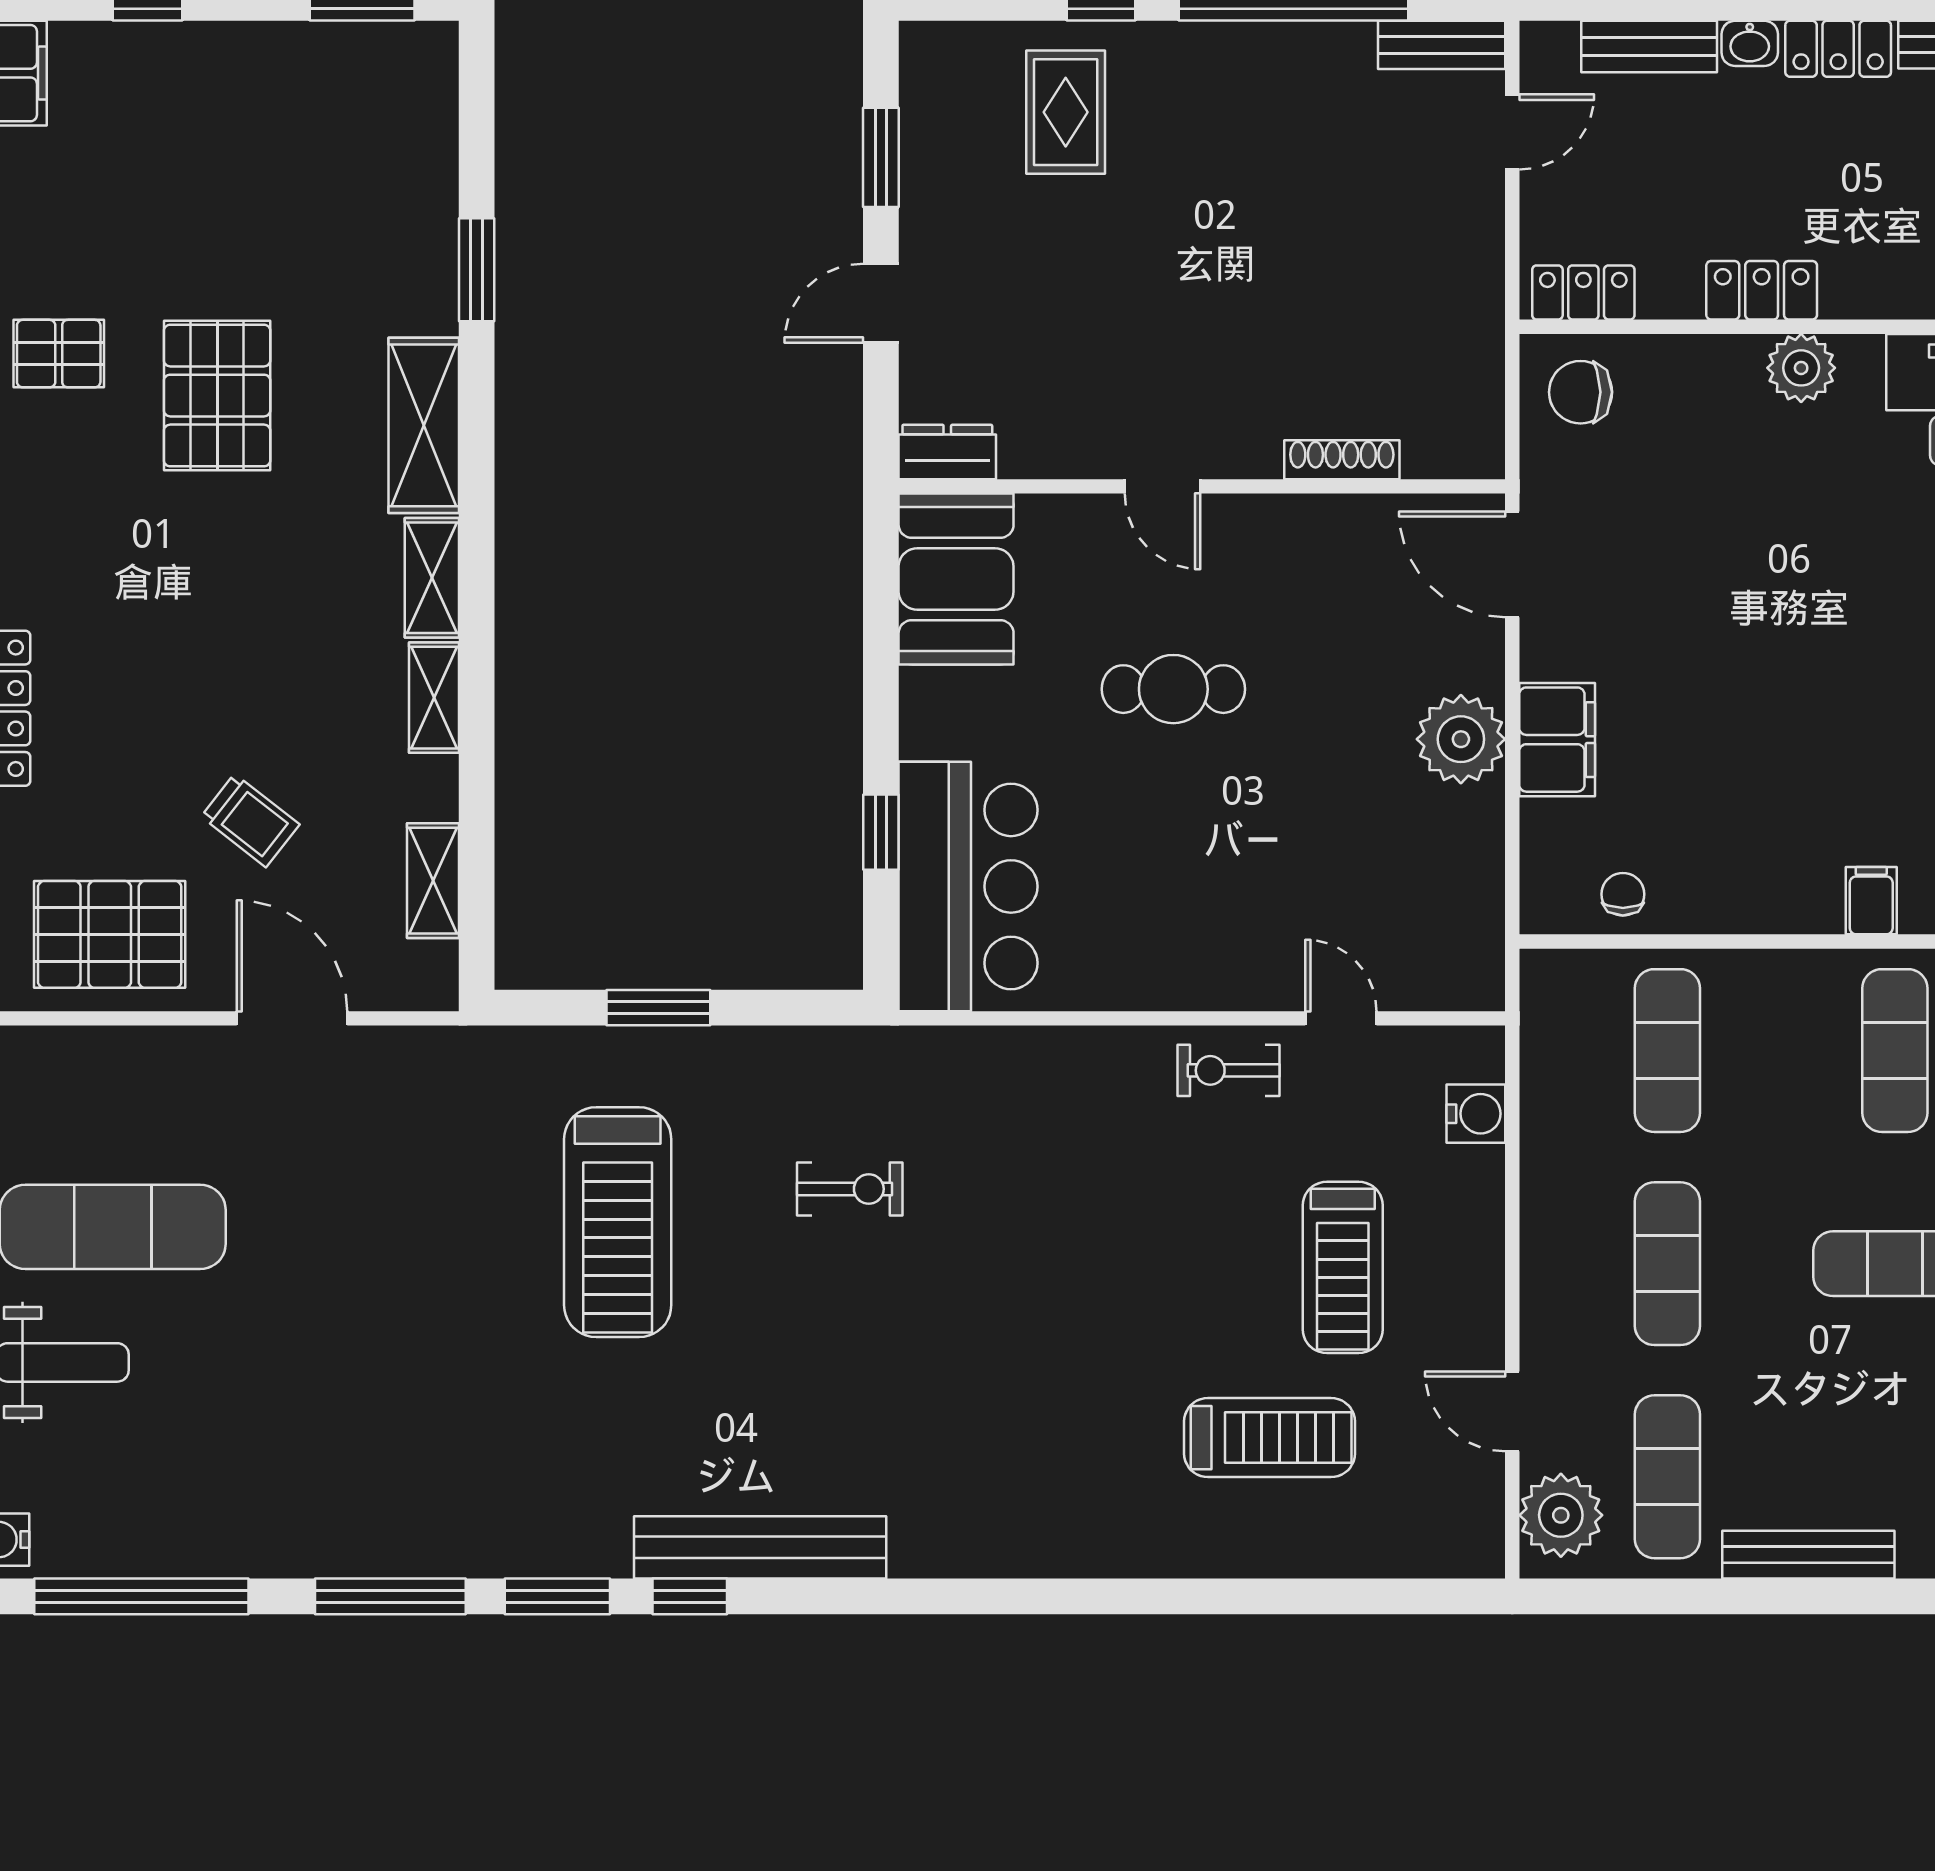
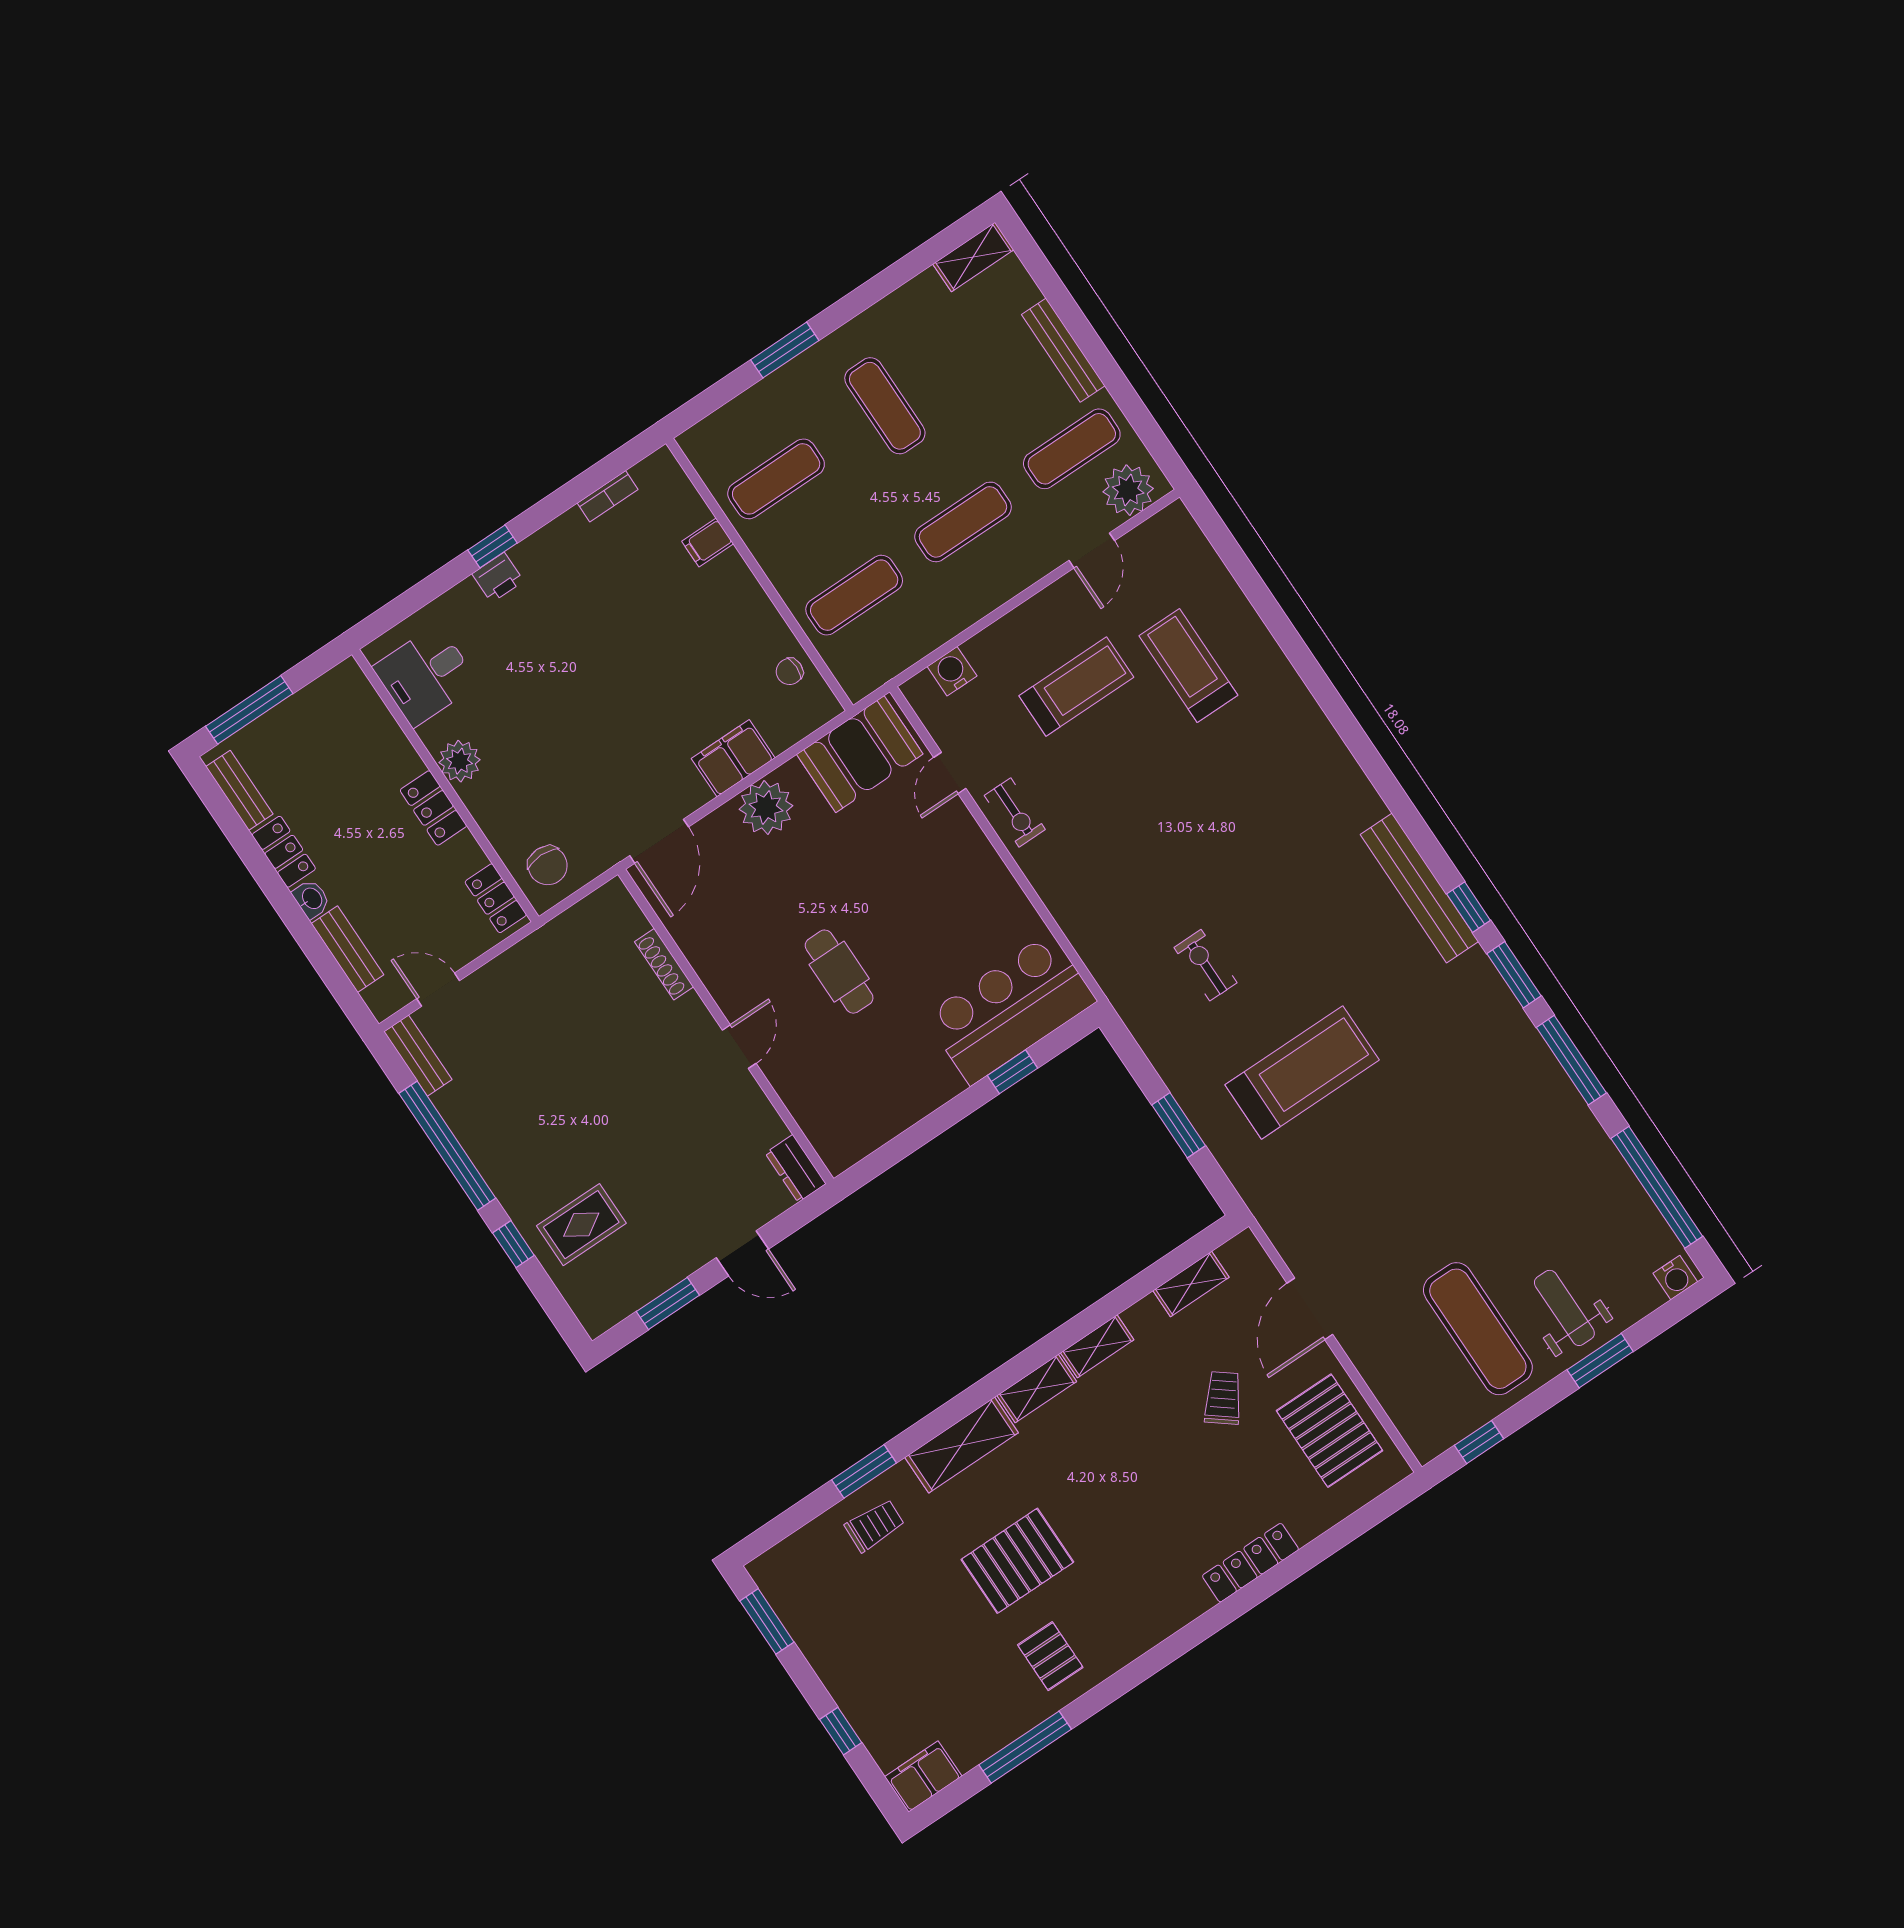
trolley: (394, 235) -> (875, 1525), added
booth: (956, 579) -> (860, 754), moved

